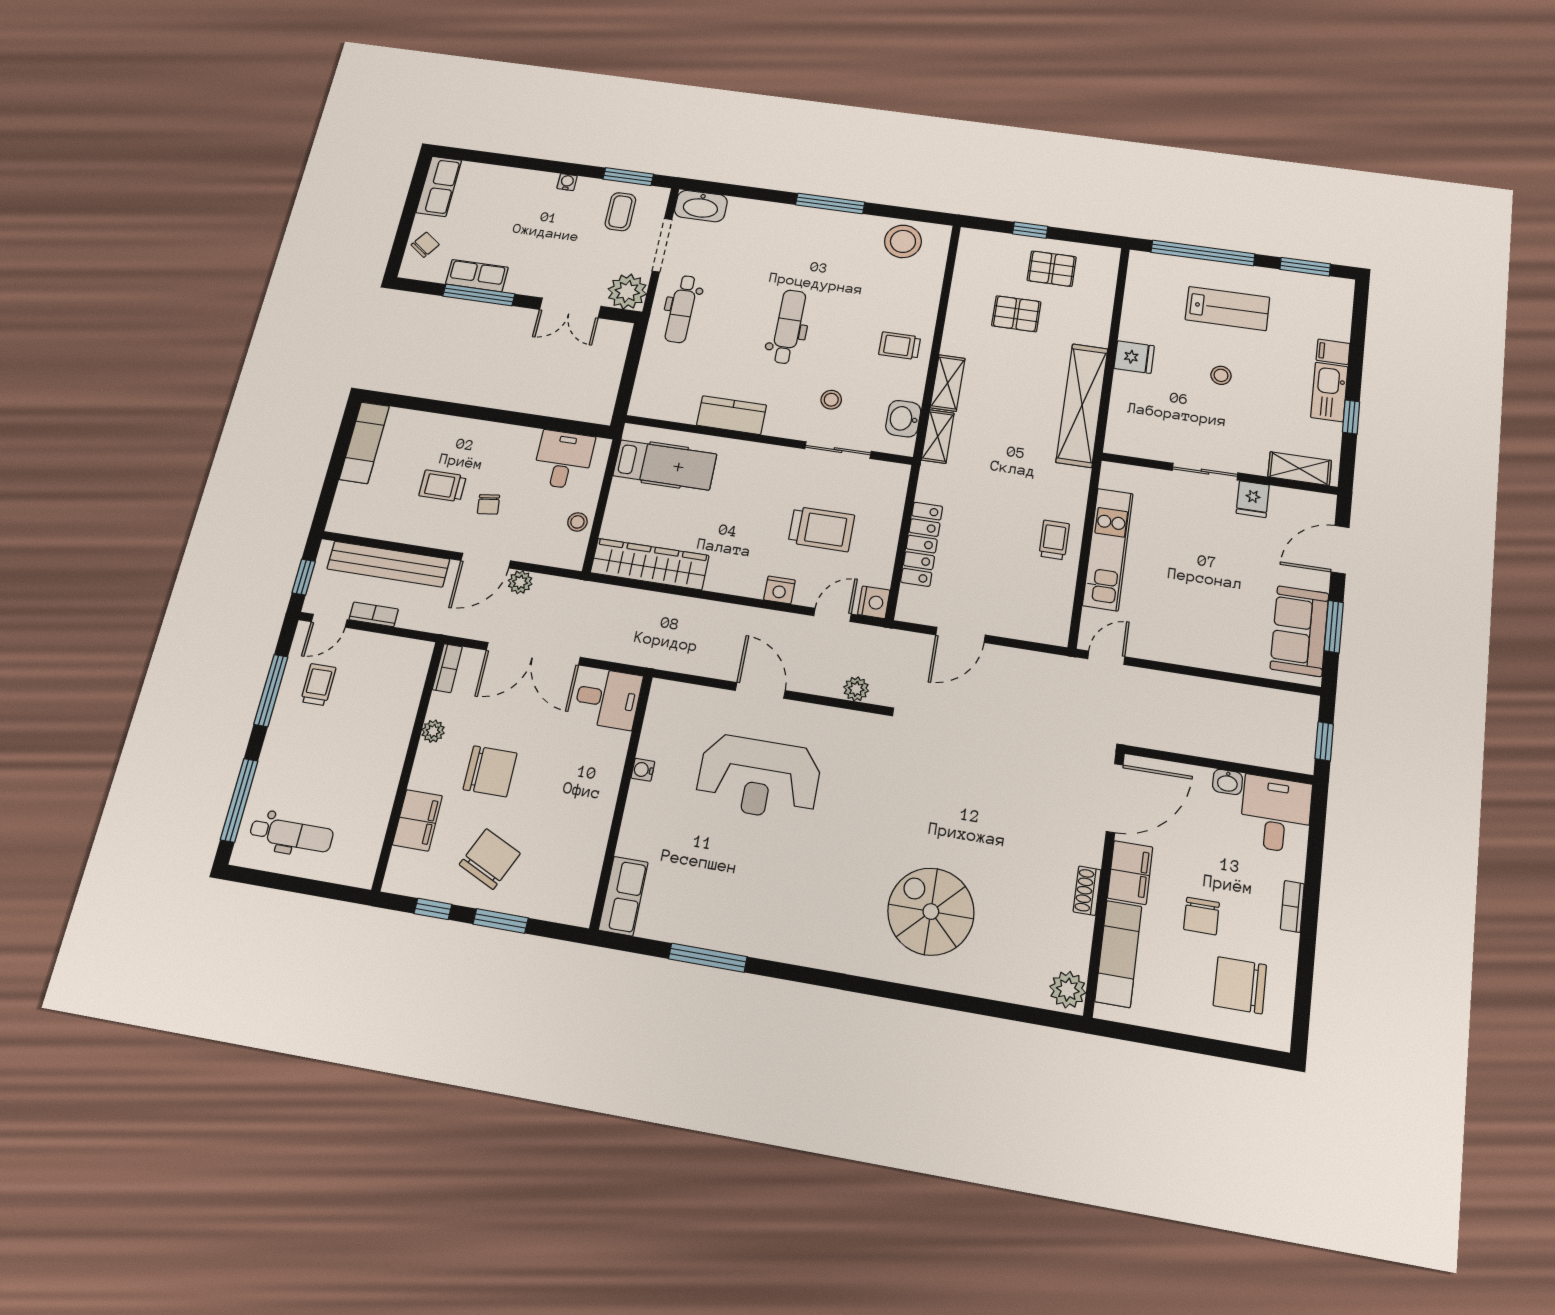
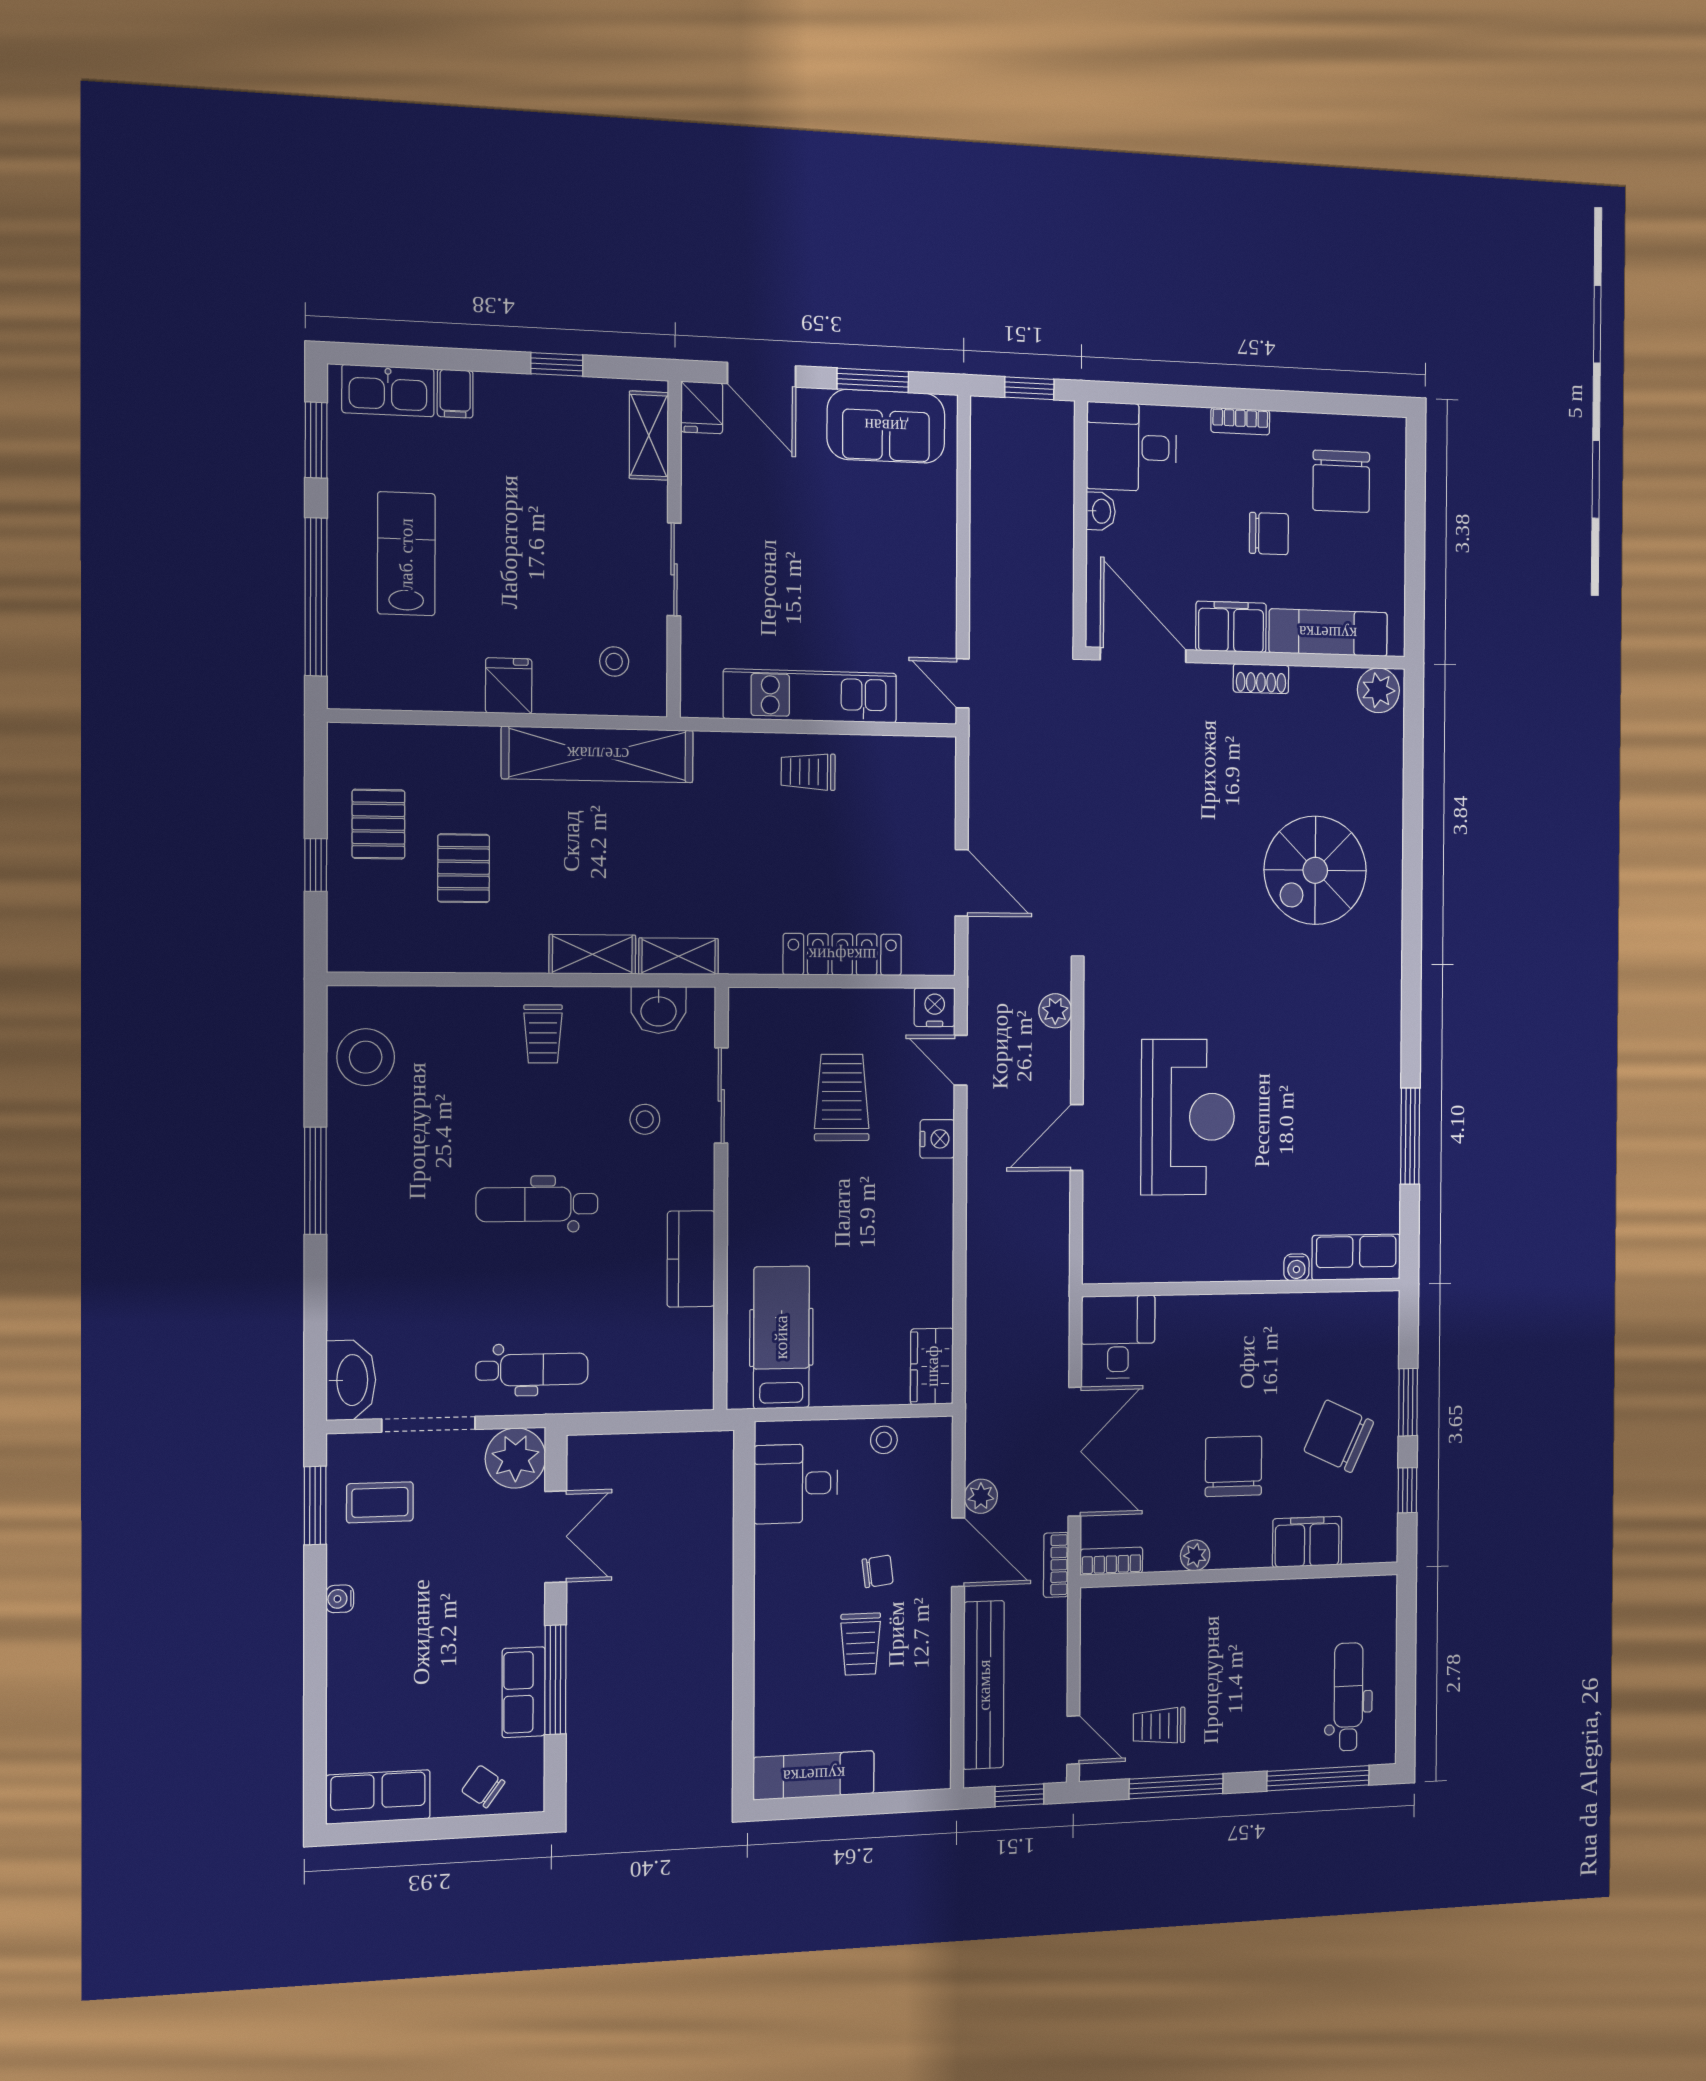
stool: (1221, 375) -> (614, 662), moved
kitchen sink: (1329, 392) -> (388, 391), moved
fridge: (1253, 499) -> (702, 407), moved, turned 90
wardrobe: (650, 564) -> (932, 1366), width x0.48, depth x0.85
bookcase: (374, 614) -> (1056, 1565), moved
water cooler: (643, 770) -> (1296, 1267), moved

